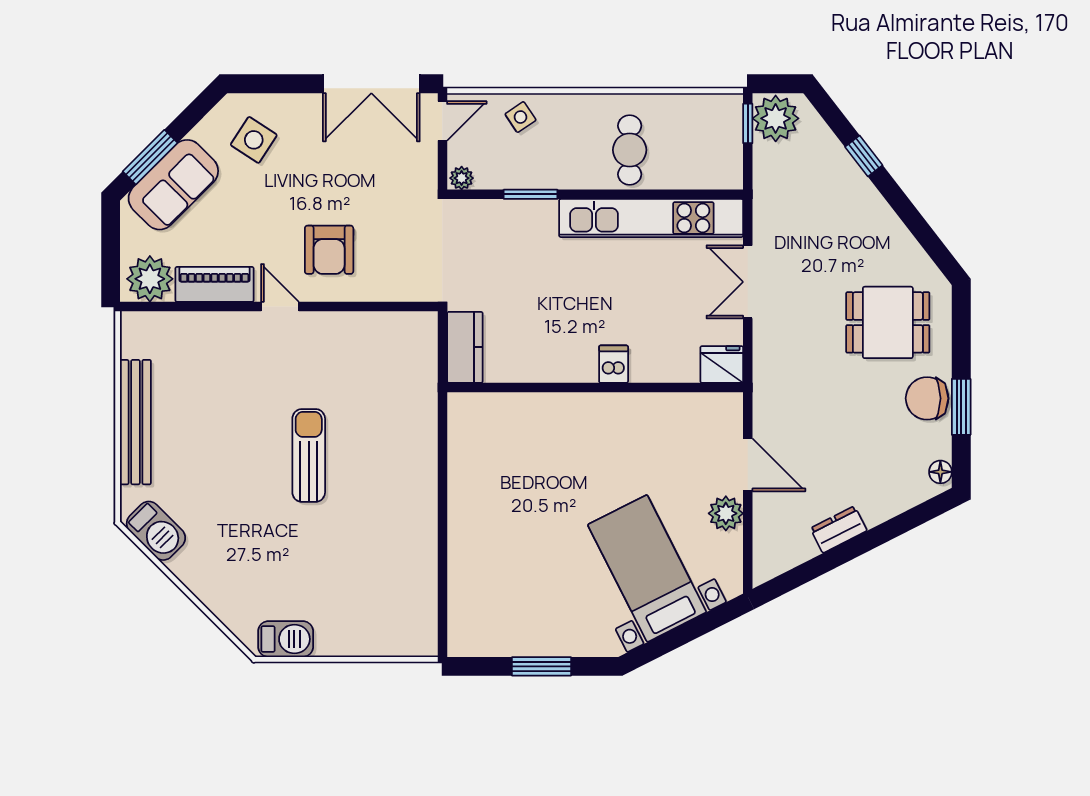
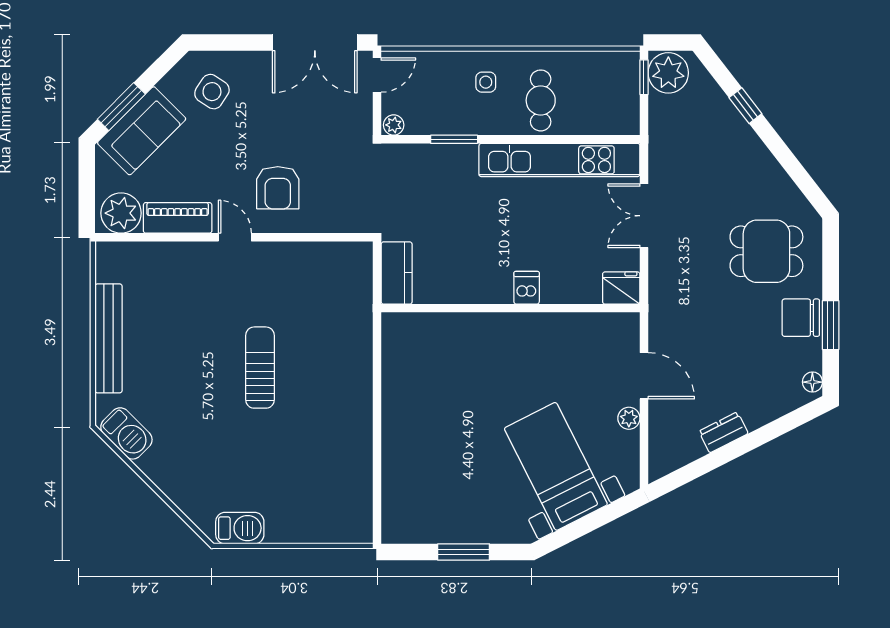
side table: (520, 117) -> (486, 82), moved, turned 34
plant: (726, 513) -> (629, 418), width x0.73, depth x0.73

